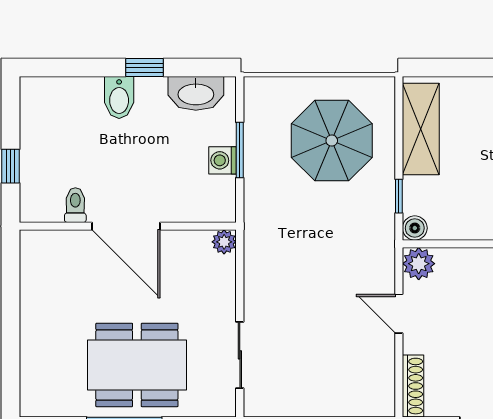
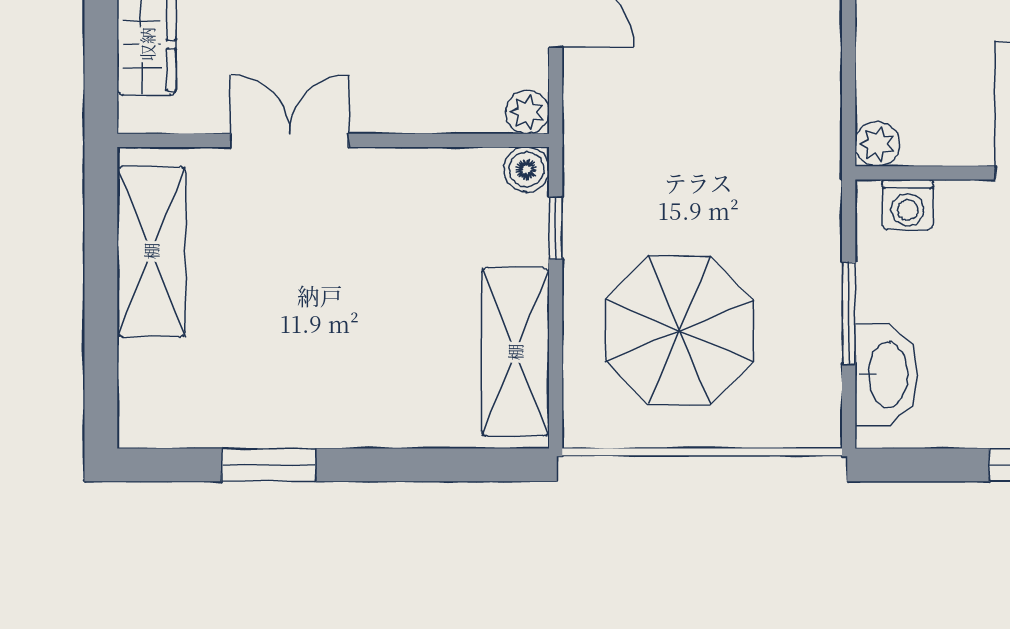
washbasin: (196, 93) -> (886, 375), moved, turned 90
washing machine: (222, 160) -> (908, 205), moved, turned 90
plant: (419, 264) -> (527, 112), width x0.73, depth x0.73

